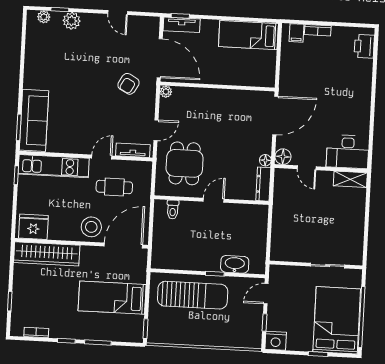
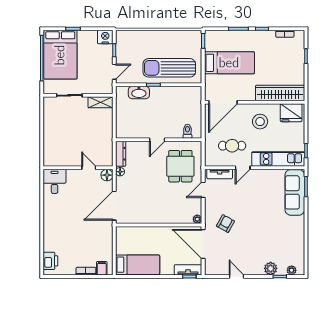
desk: (348, 152) -> (55, 181), width x0.73
shelving: (350, 179) -> (100, 102), moved
stool: (91, 227) -> (260, 122), moved

